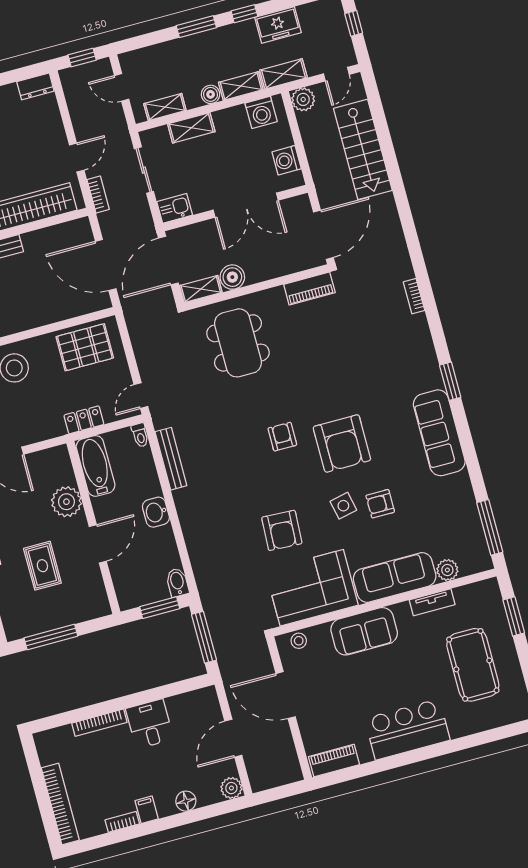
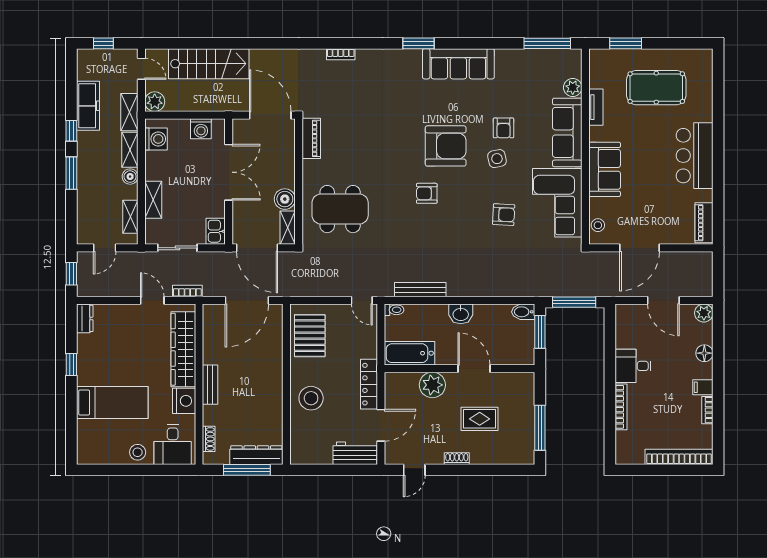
freezer: (278, 25) -> (88, 106), width x1.40
locker: (84, 420) -> (369, 384), moved, width x1.53
armchair: (282, 530) -> (504, 215), width x0.72, depth x0.72

